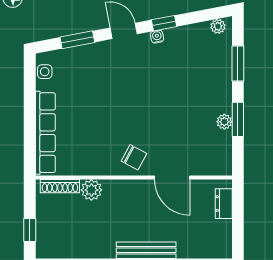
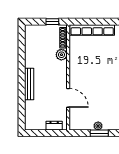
chair: (134, 157) -> (79, 78), removed
door: (172, 178) -> (68, 98), swing flipped
window: (30, 230) -> (52, 22), moved

